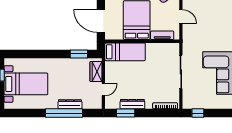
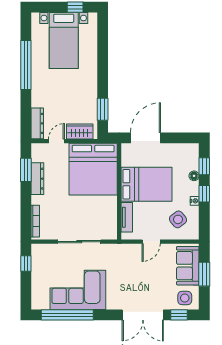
bed: (125, 52) -> (93, 169), width x2.04
door: (103, 90) -> (56, 141), swing flipped
dresser: (70, 104) -> (37, 123), moved
window: (64, 113) -> (26, 65), moved

